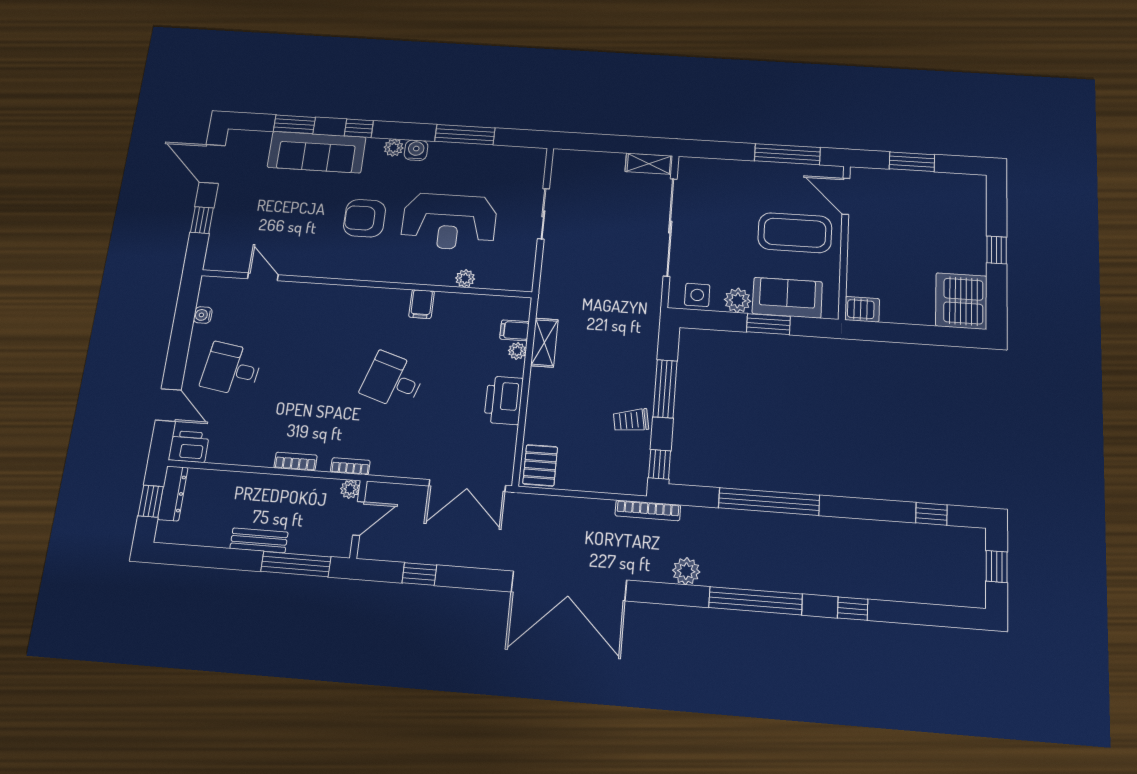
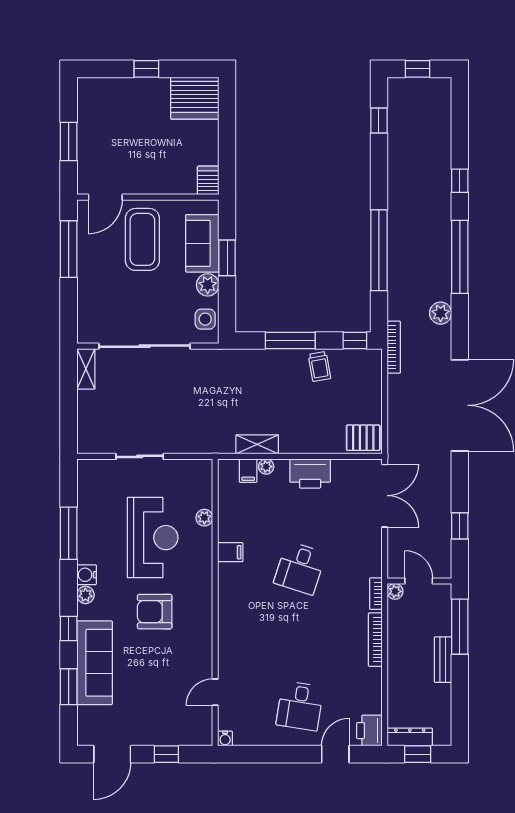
armchair: (365, 218) -> (155, 612), turned 90
water cooler: (203, 315) -> (225, 739), moved
bookcase: (296, 462) -> (375, 640), width x1.56

